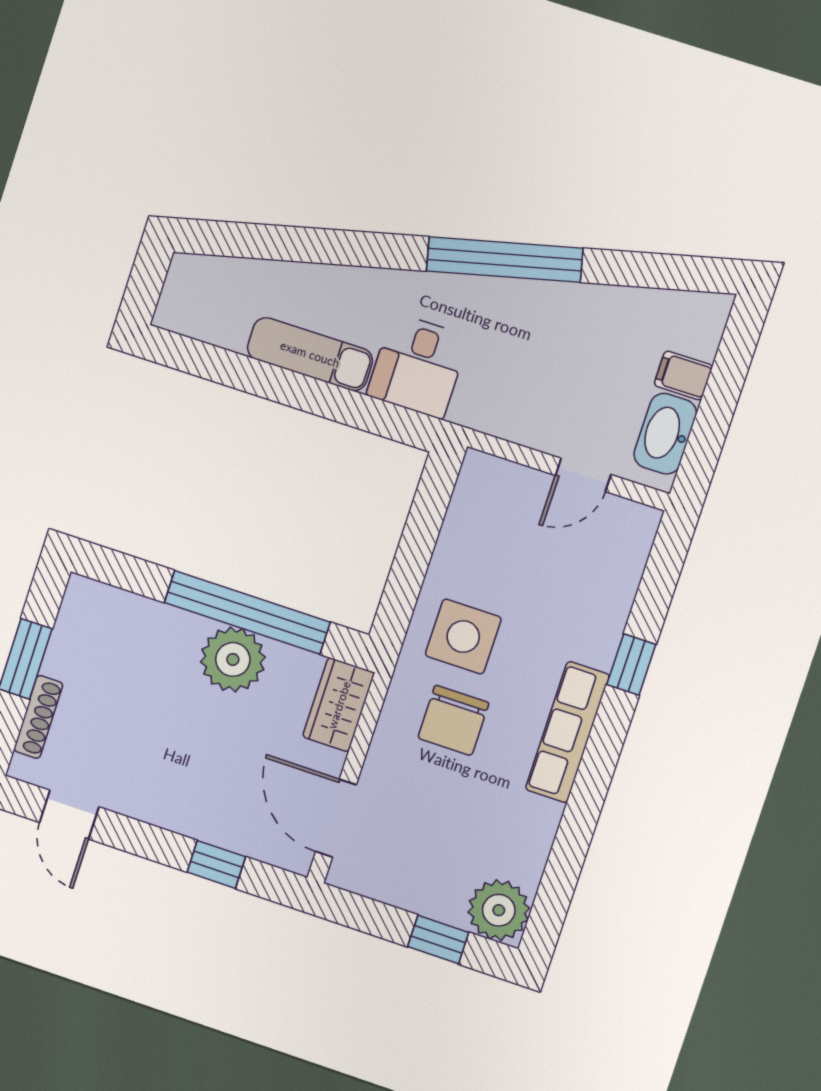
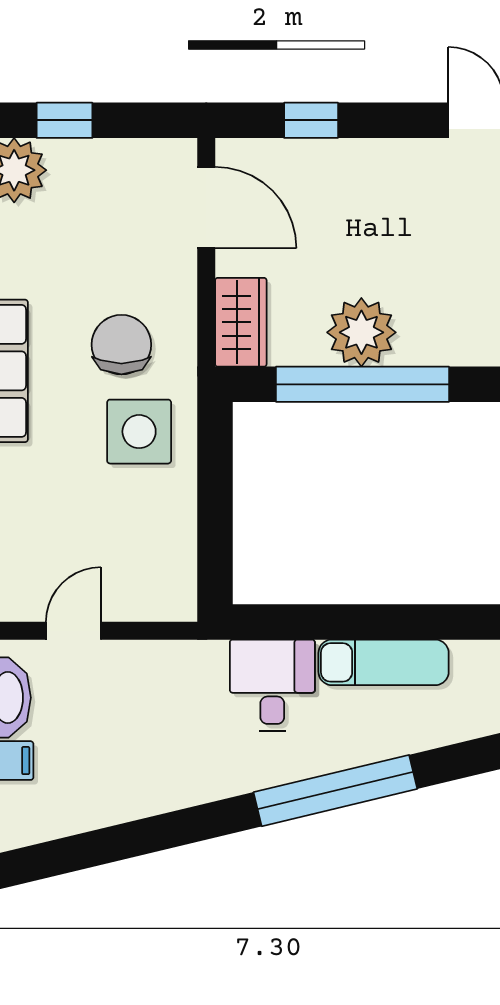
window: (505, 260) -> (335, 791), moved

